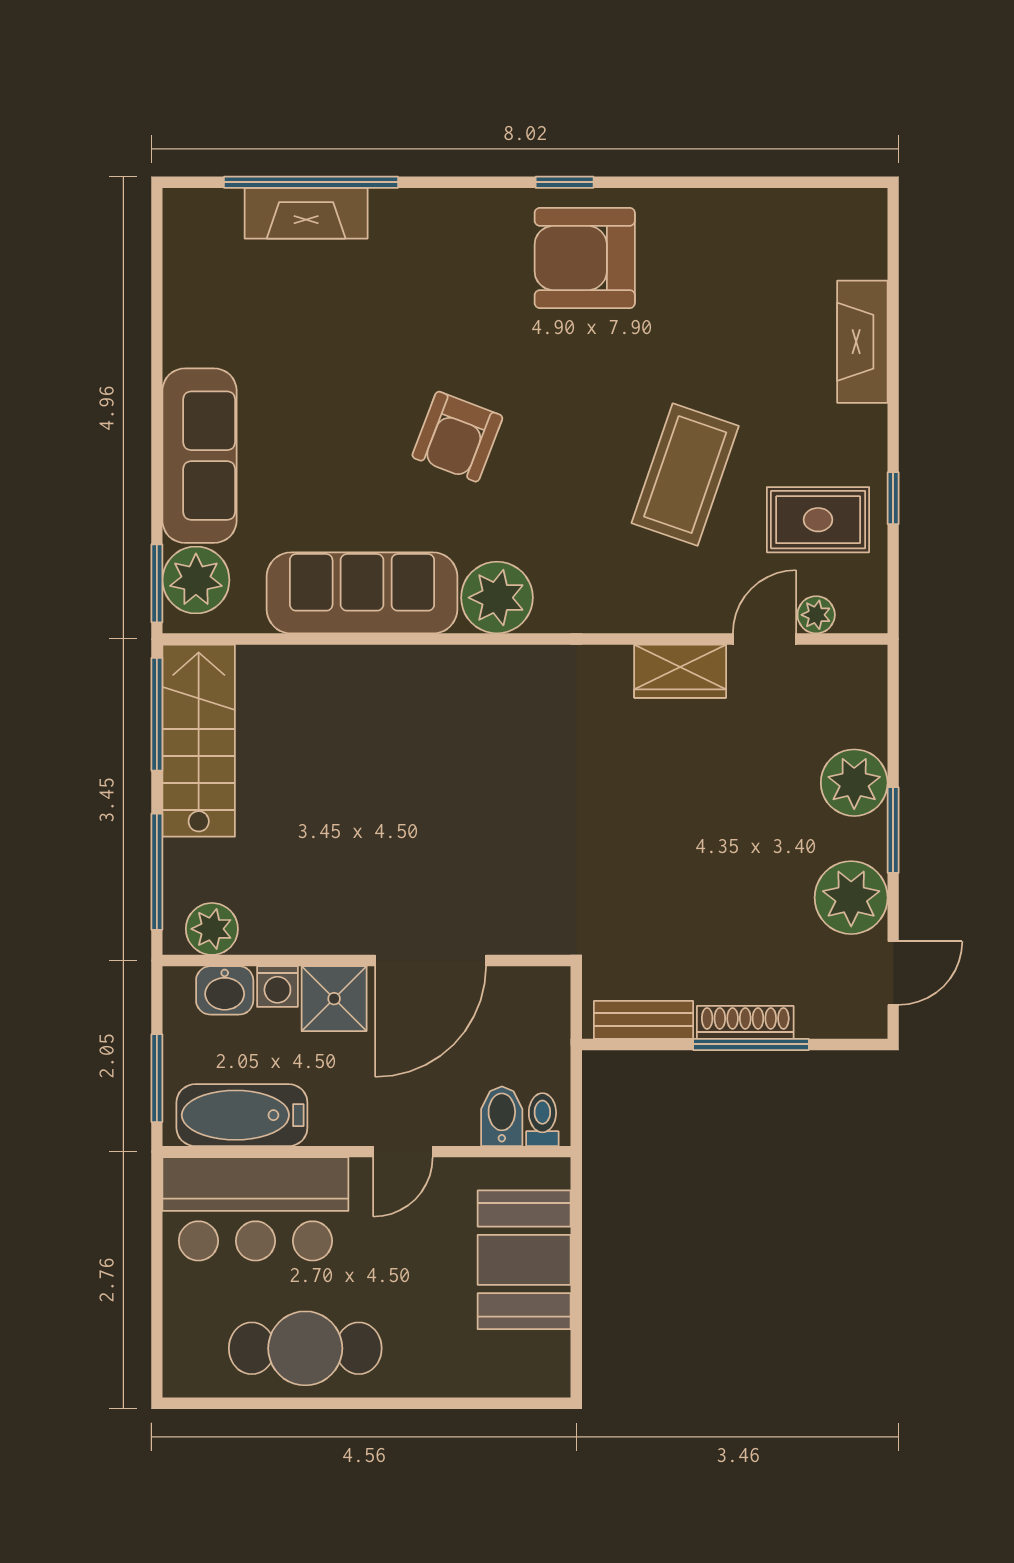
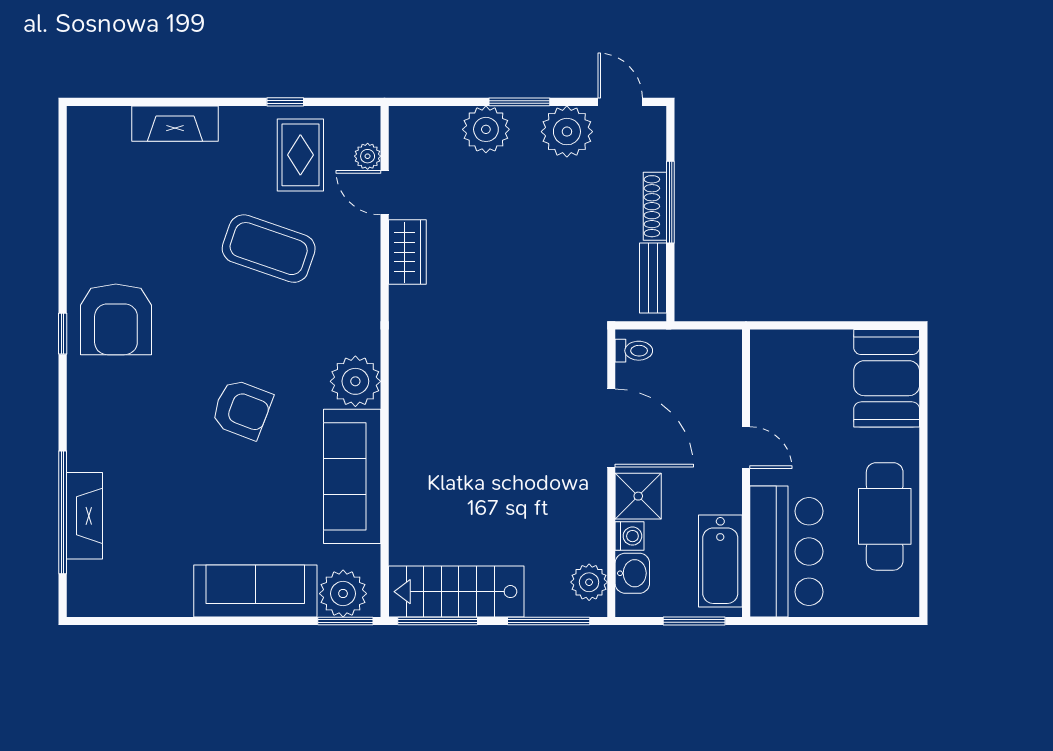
bidet: (502, 1116) -> (721, 378), removed
toilet: (542, 1120) -> (634, 351), moved, turned 180
booth: (524, 1260) -> (887, 378), moved, turned 90

